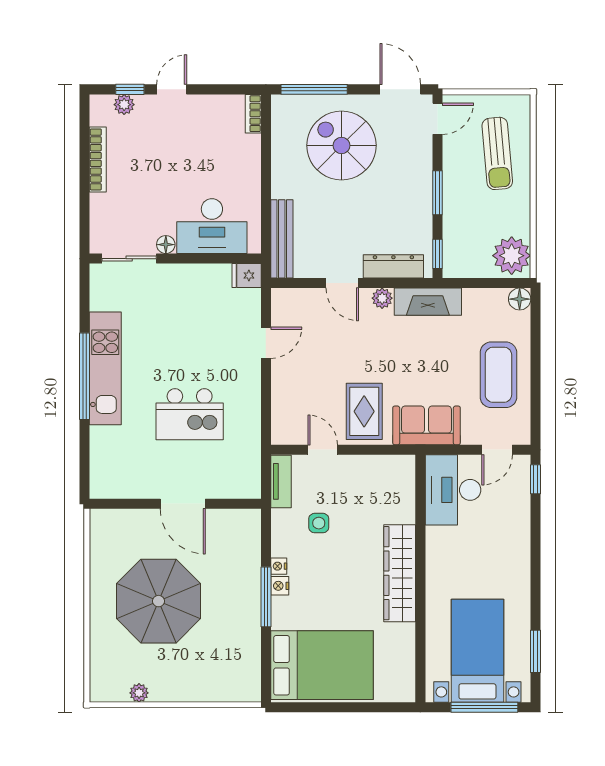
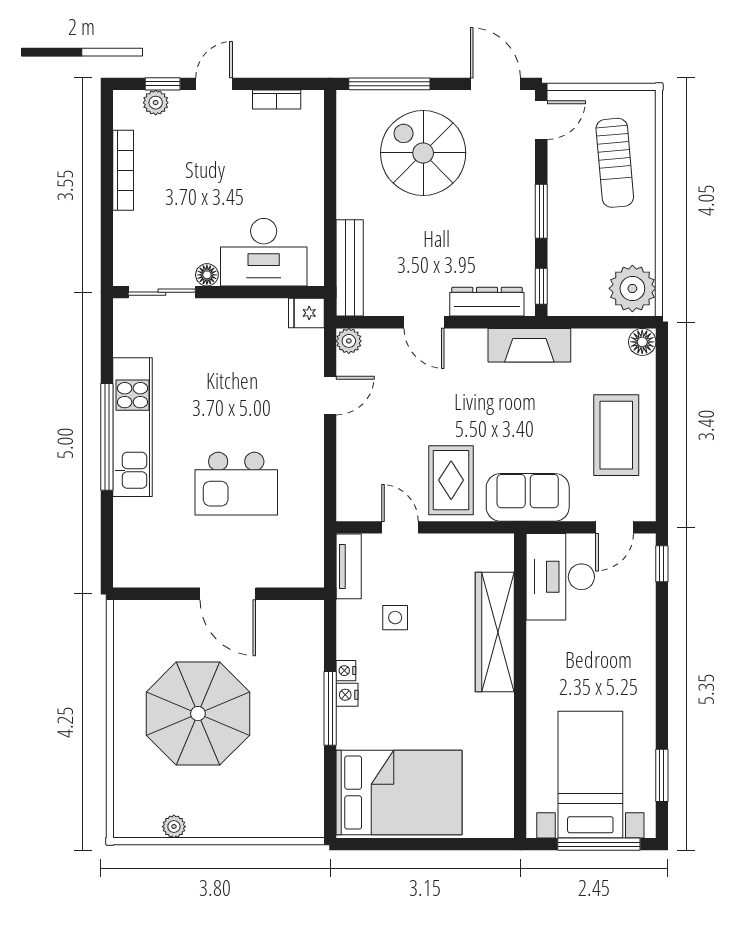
bookcase: (253, 114) -> (277, 100), moved, turned -90
plant: (382, 298) -> (349, 341), moved
wardrobe: (400, 573) -> (495, 632), moved

